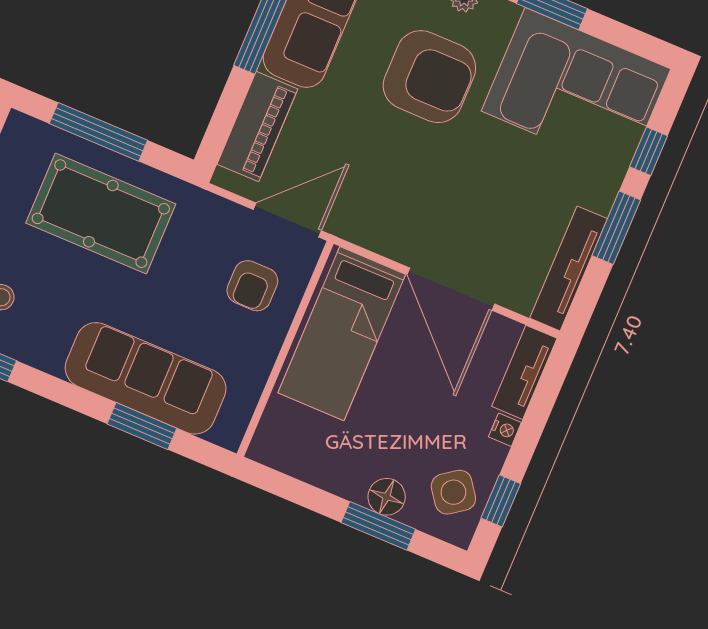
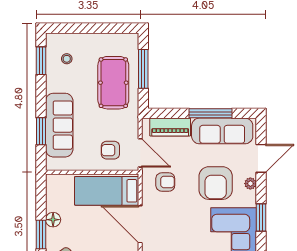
armchair: (378, 191) -> (165, 182), added
door: (451, 289) -> (140, 224), hinge flipped
floor lamp: (387, 497) -> (53, 220), moved

